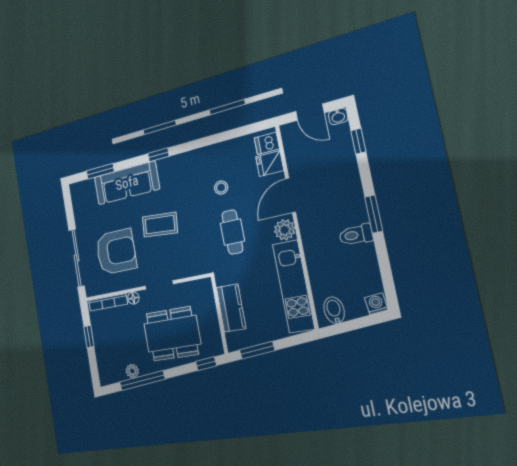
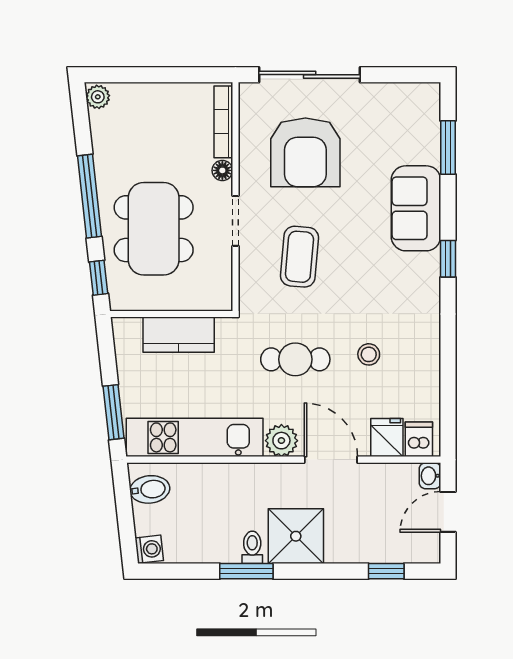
washbasin: (338, 116) -> (430, 476), moved
sofa: (127, 183) -> (416, 208), width x0.73
shower: (346, 207) -> (296, 536), added
window: (374, 214) -> (246, 571), moved
coffee table: (160, 225) -> (299, 257), moved
toilet: (356, 235) -> (252, 547), width x0.73, depth x0.72
window: (89, 337) -> (172, 75), removed
window: (257, 350) -> (114, 412), moved
plant: (132, 371) -> (98, 97), moved
window: (142, 381) -> (90, 196), moved

